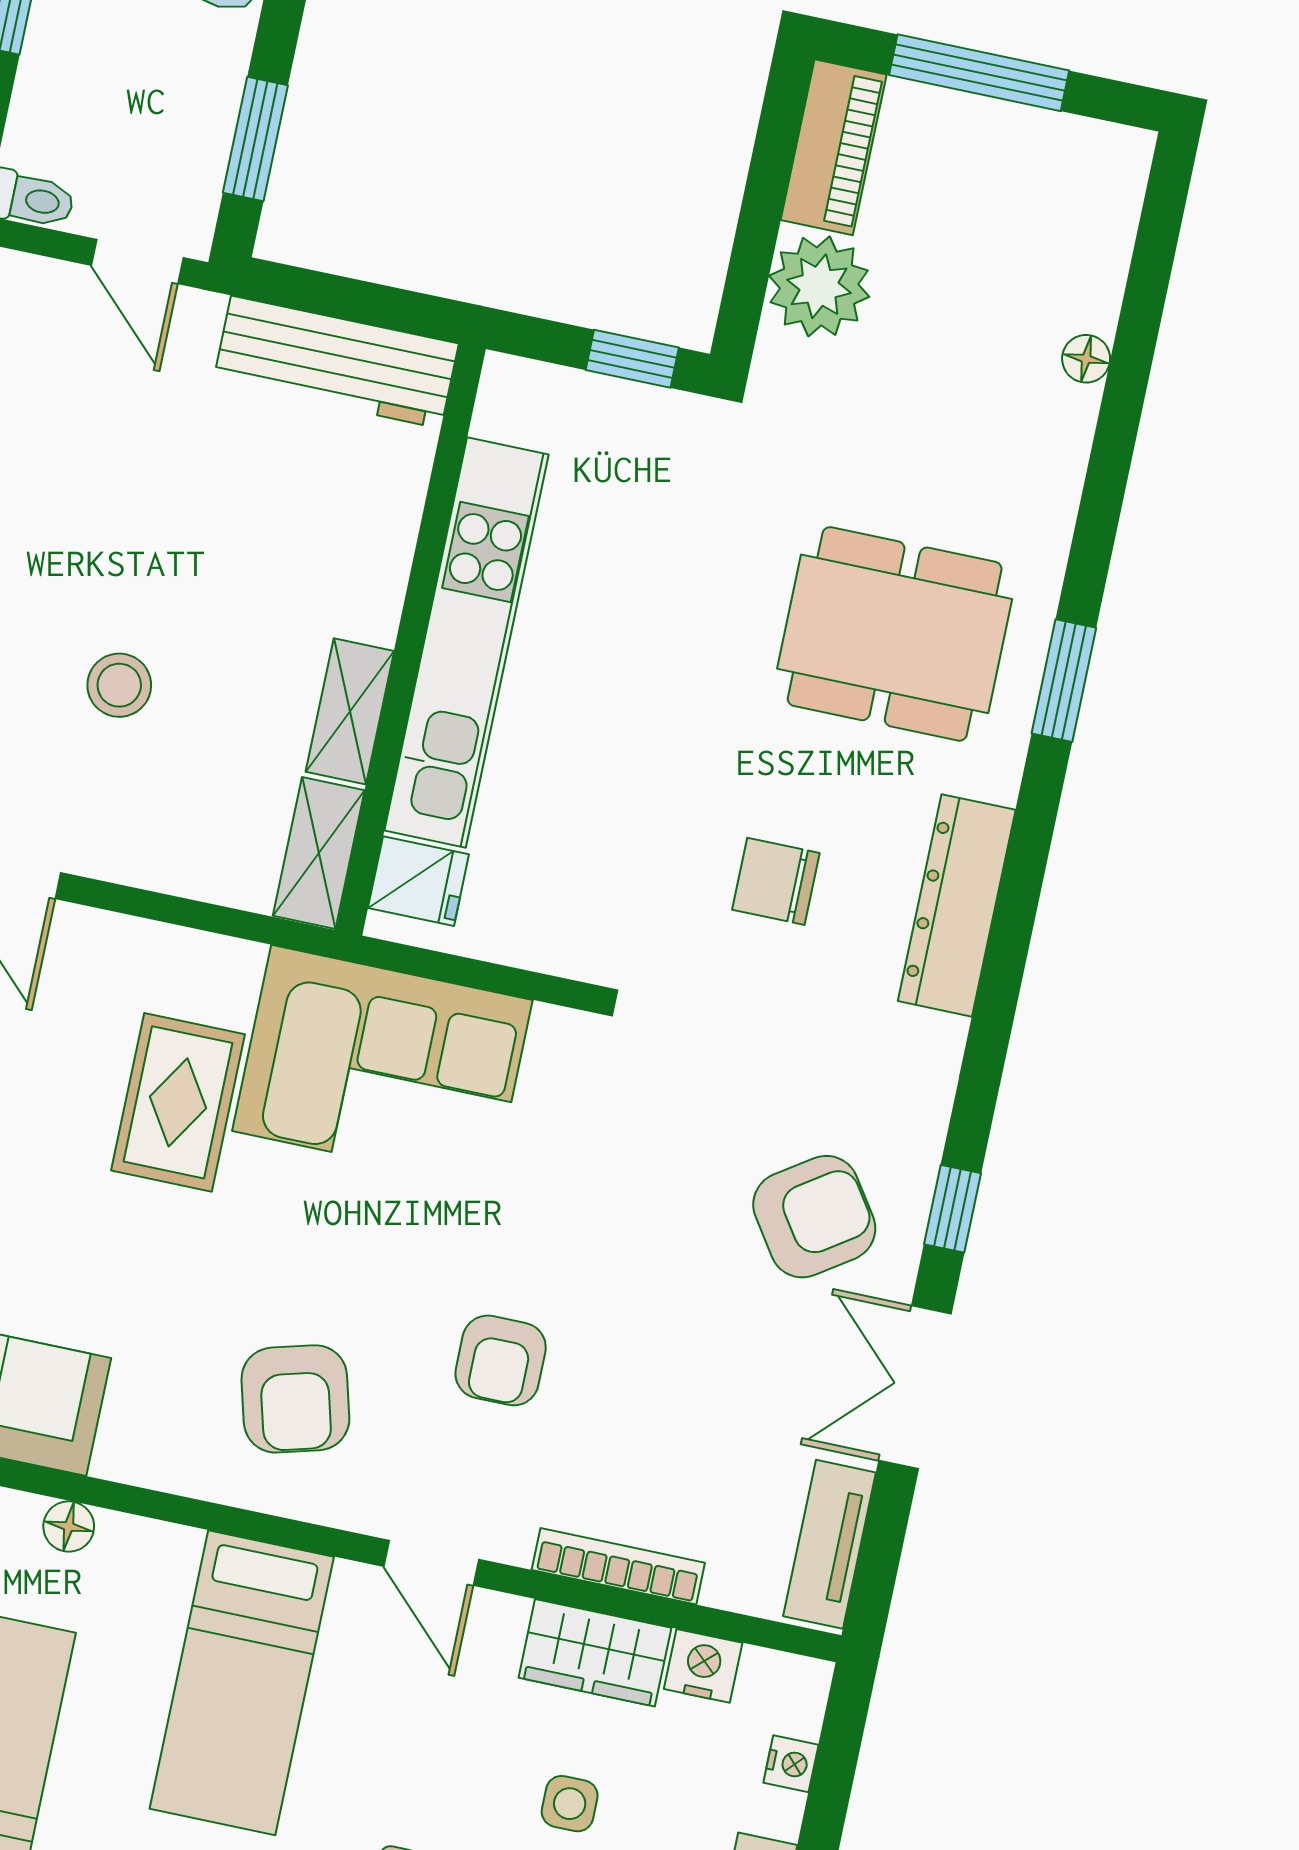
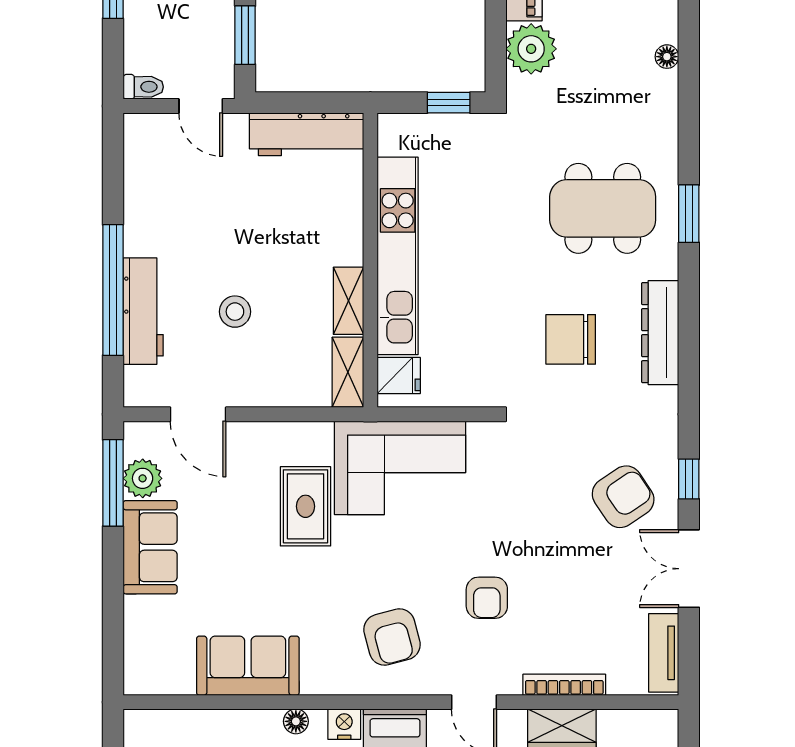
chair: (776, 881) -> (571, 339), width x1.37, depth x1.37
nightstand: (703, 1666) -> (344, 724), moved

